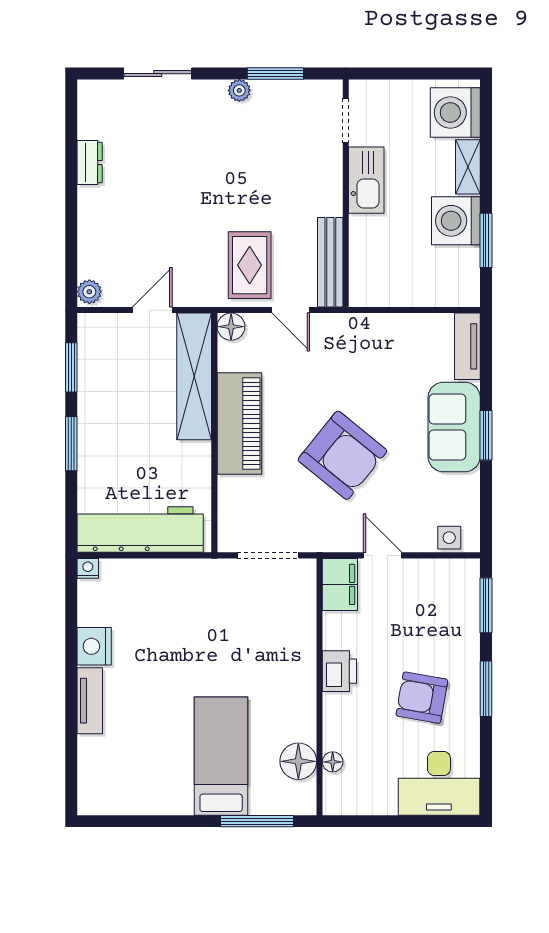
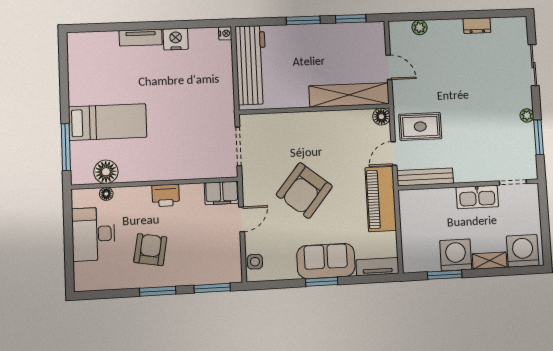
plant: (89, 292) -> (420, 27), moved
piano: (239, 423) -> (381, 199), moved, turned 90
desk: (439, 783) -> (93, 234), moved

